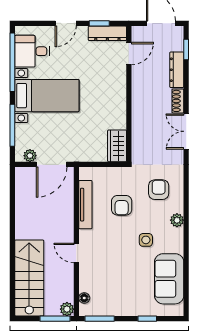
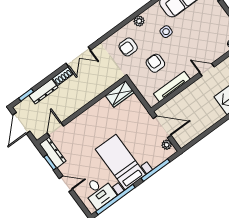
door: (129, 54) -> (55, 130), hinge flipped
armchair: (122, 205) -> (155, 63), turned -90
door: (76, 253) -> (207, 70), swing flipped

